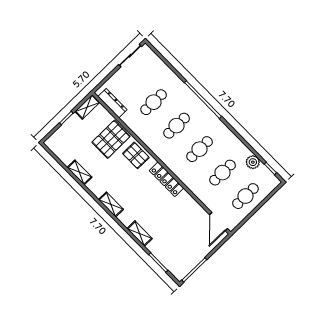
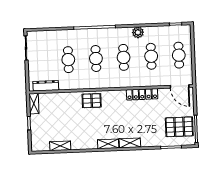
pallet: (111, 139) -> (179, 127), moved, turned 90
plant: (253, 162) -> (138, 32), moved
shelving: (80, 172) -> (60, 146), moved
locker: (167, 179) -> (142, 94), moved
shelving: (140, 234) -> (130, 143), moved

